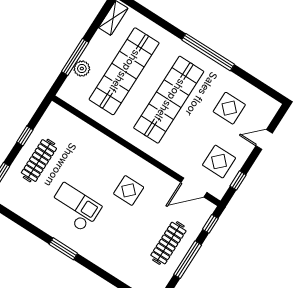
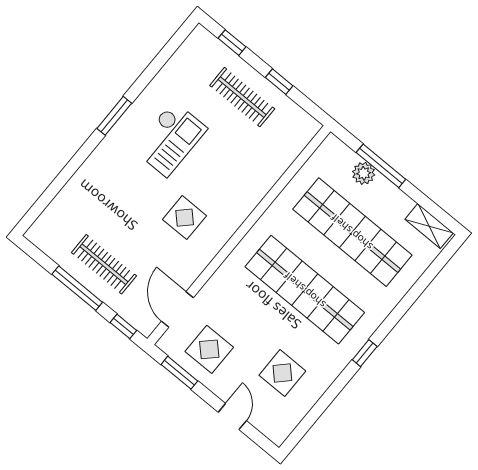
window: (208, 52) -> (365, 353), width x0.32
window: (238, 180) -> (179, 373), width x1.50

